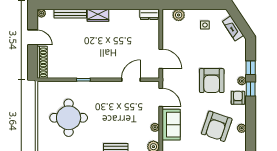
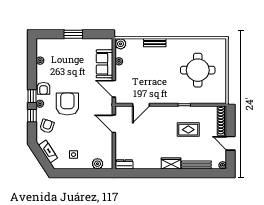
rug: (79, 53) -> (188, 130), added
armchair: (217, 126) -> (47, 126), moved, width x0.53, depth x0.53

